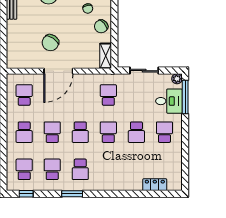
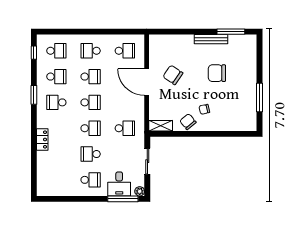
school desk: (80, 132) -> (91, 102), turned 180
locker: (155, 185) -> (42, 140), moved

